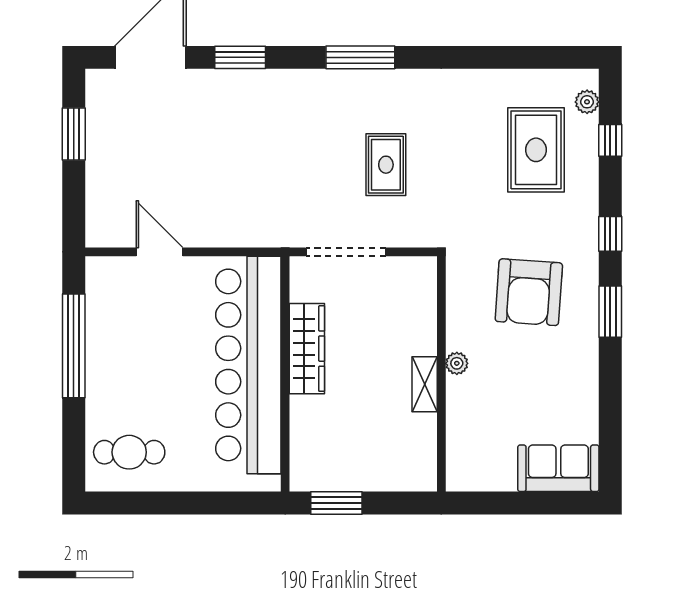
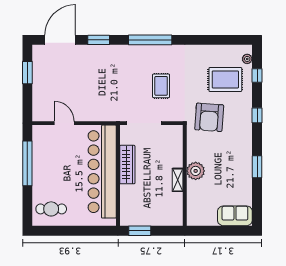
window: (360, 57) -> (150, 40), width x1.46
rug: (536, 150) -> (225, 79), turned 90
armchair: (529, 292) -> (209, 117), moved
window: (610, 312) -> (257, 167), moved
plant: (457, 363) -> (196, 171), width x1.88, depth x1.88

